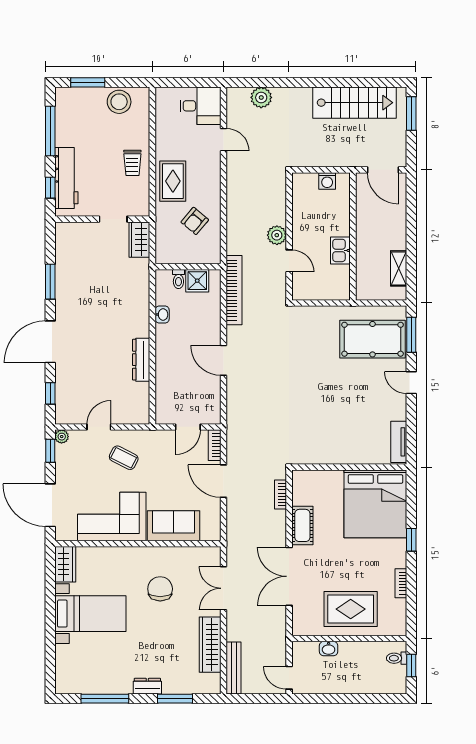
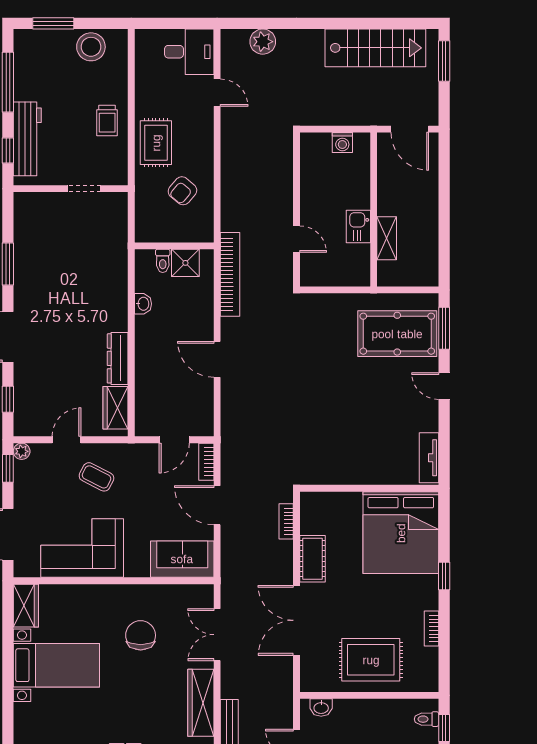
plant: (277, 235) -> (282, 208), removed
wardrobe: (139, 240) -> (115, 408), moved
shelving: (399, 268) -> (387, 238), moved
sofa: (174, 526) -> (182, 559), moved
washbasin: (329, 649) -> (321, 708), moved

